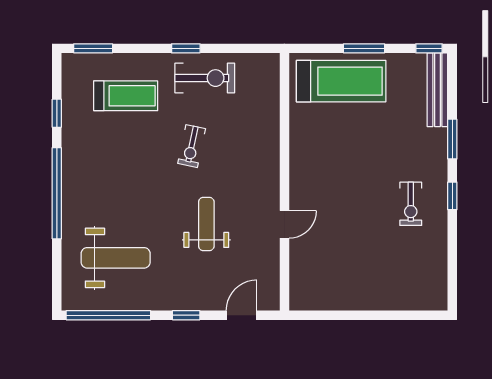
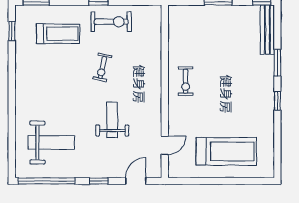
treadmill: (341, 81) -> (226, 151), moved
window: (57, 113) -> (12, 31), moved
window: (57, 193) -> (12, 99), removed
exercise bike: (411, 204) -> (186, 81), moved
door: (284, 224) -> (165, 145), moved

